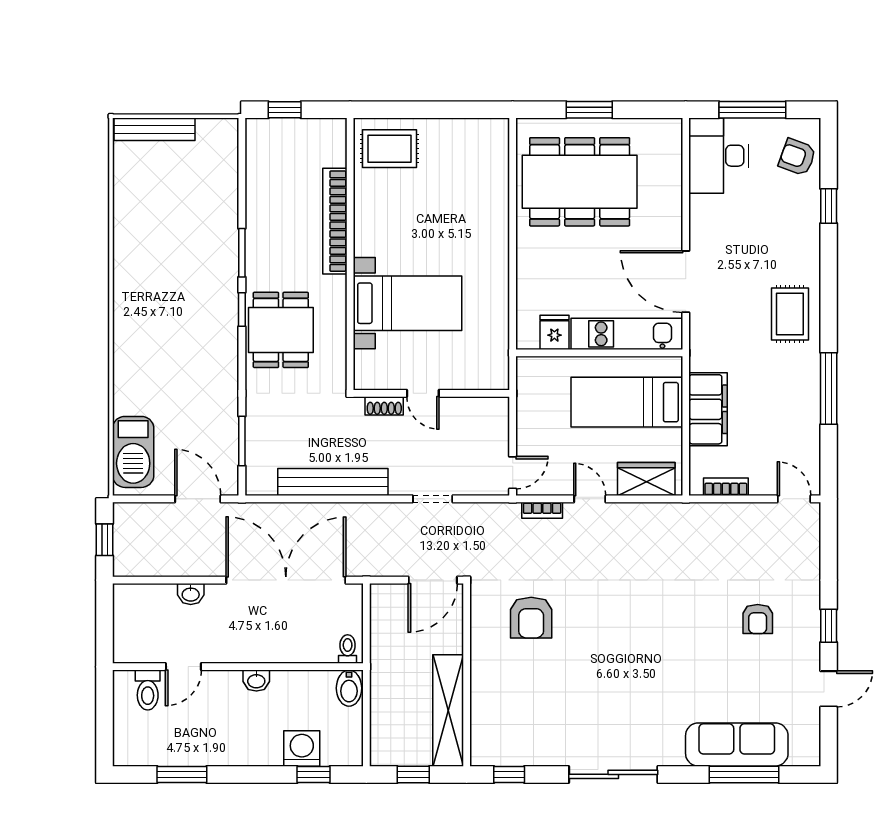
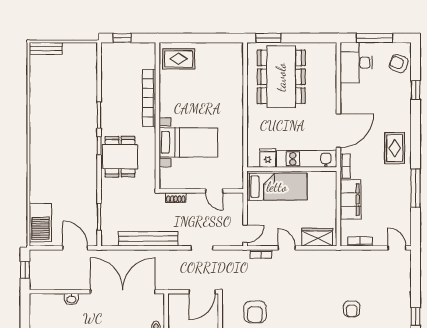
window: (589, 110) -> (268, 38), moved
bench: (155, 129) -> (46, 48), width x0.73
dining table: (580, 182) -> (281, 77), turned 90
door: (686, 282) -> (338, 131), swing flipped
bookcase: (698, 348) -> (345, 166), added
door: (423, 393) -> (214, 191), moved
bed: (627, 402) -> (277, 187), moved, turned 180
armchair: (758, 619) -> (352, 309), moved

